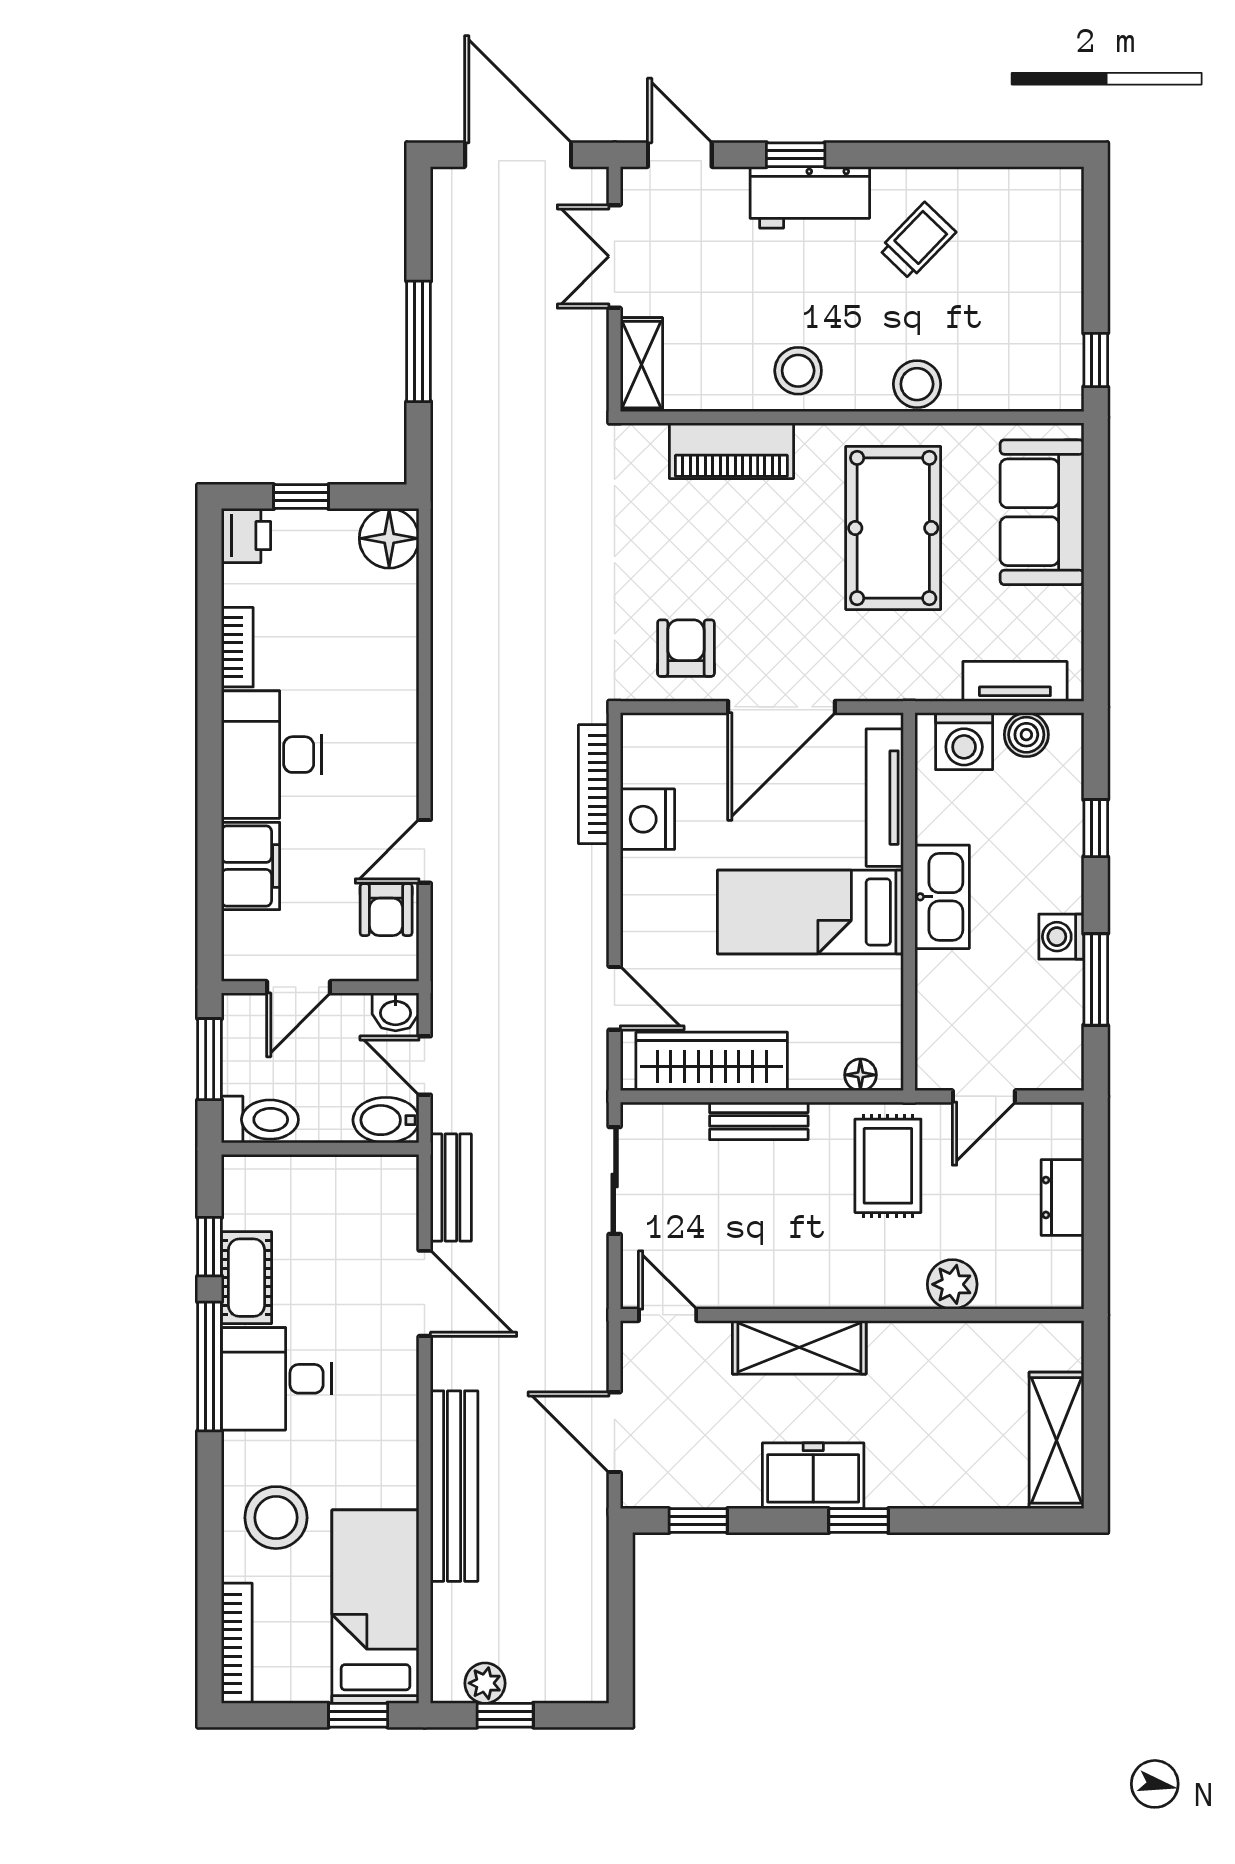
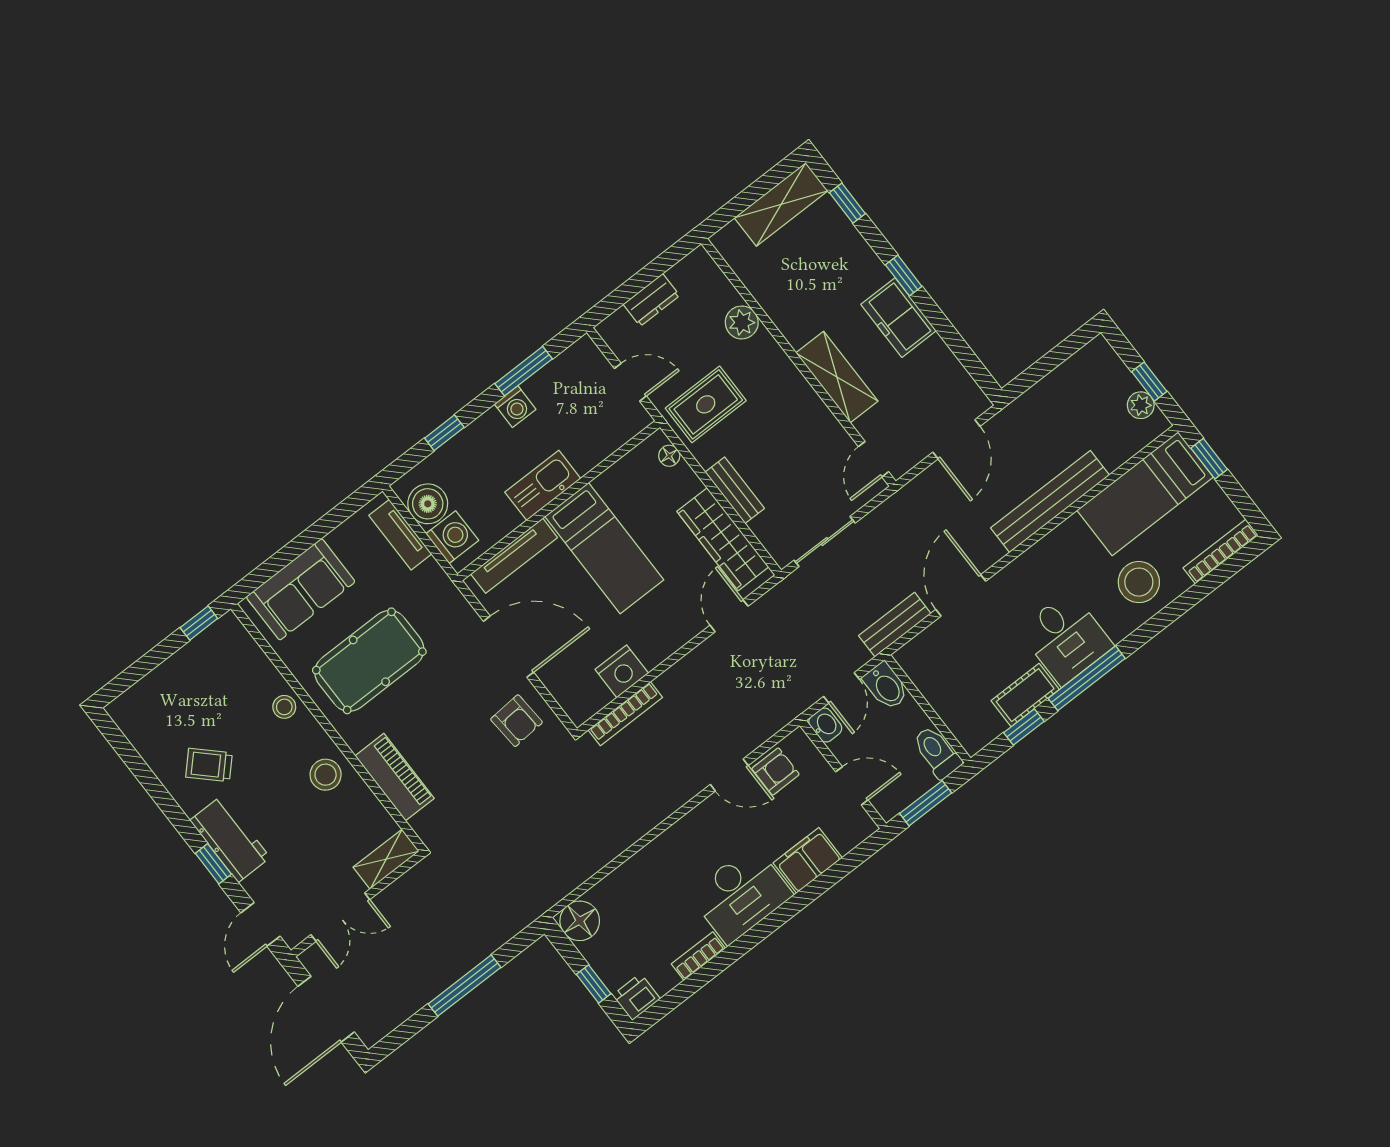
stool: (917, 384) -> (284, 707), width x0.73, depth x0.73
armchair: (686, 648) -> (517, 721), turned -94
boiler: (1026, 735) -> (428, 504), width x1.36, depth x1.36
window: (698, 1521) -> (847, 203), moved

